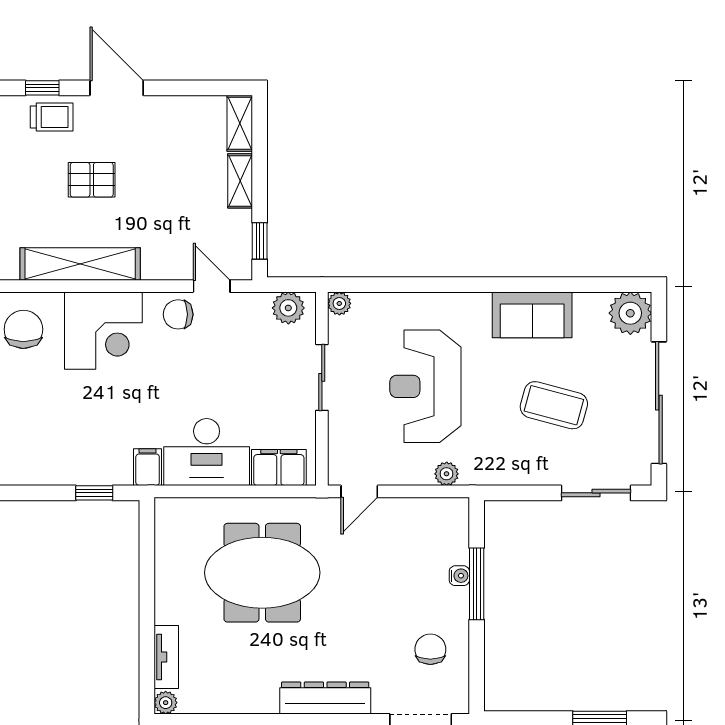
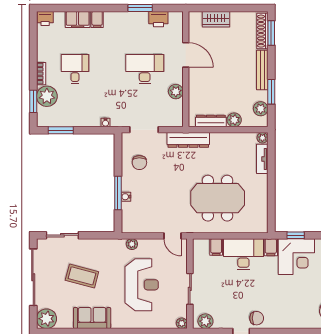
corner desk: (103, 331) -> (296, 257), moved, turned 180
filing cabinet: (279, 468) -> (216, 247), width x0.50
door: (359, 491) -> (172, 236), swing flipped

